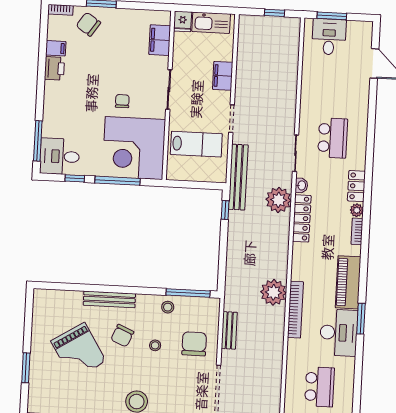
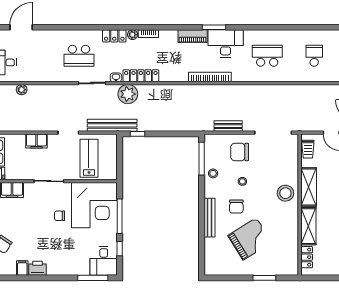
school desk: (333, 138) -> (79, 56), turned 180
piano: (348, 282) -> (193, 36), width x0.73, depth x0.75
plant: (273, 292) -> (22, 90), moved, width x0.53, depth x0.53
chair: (122, 336) -> (236, 207), turned 67

